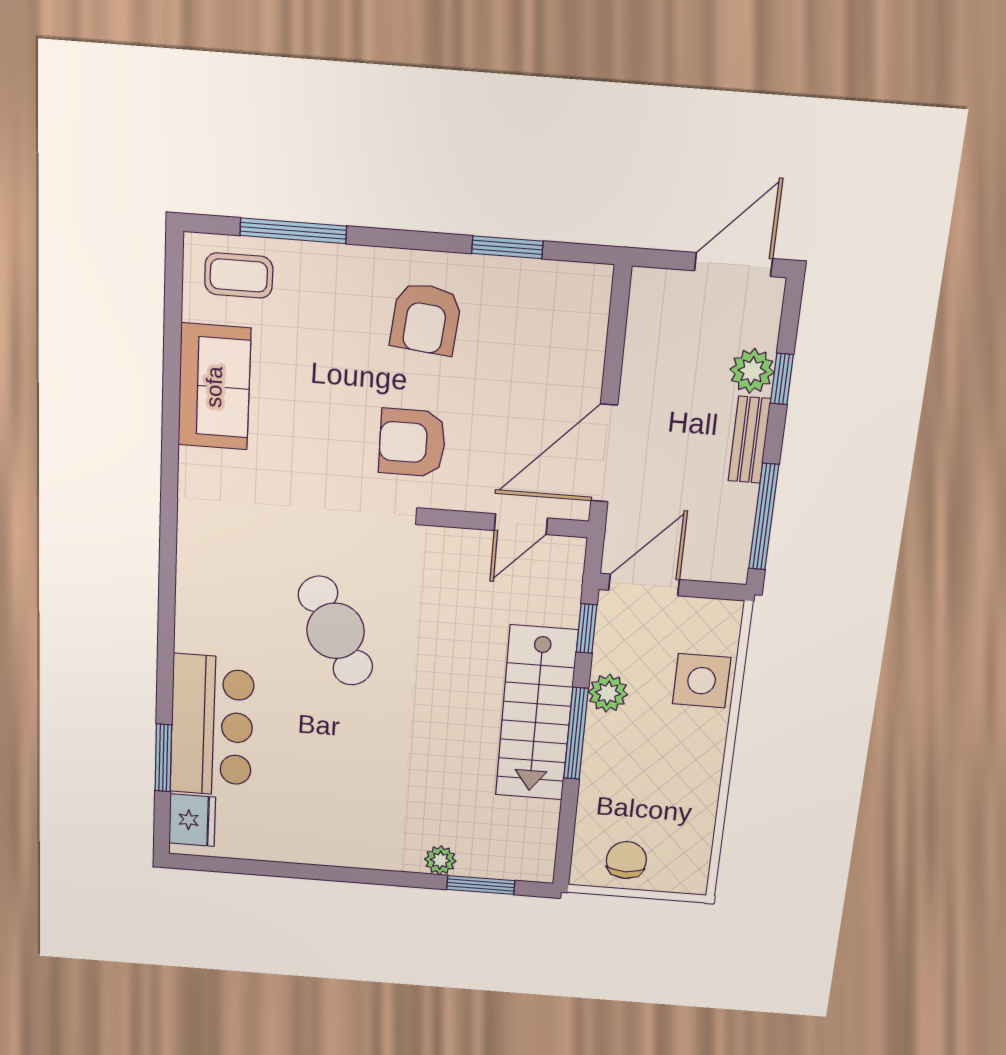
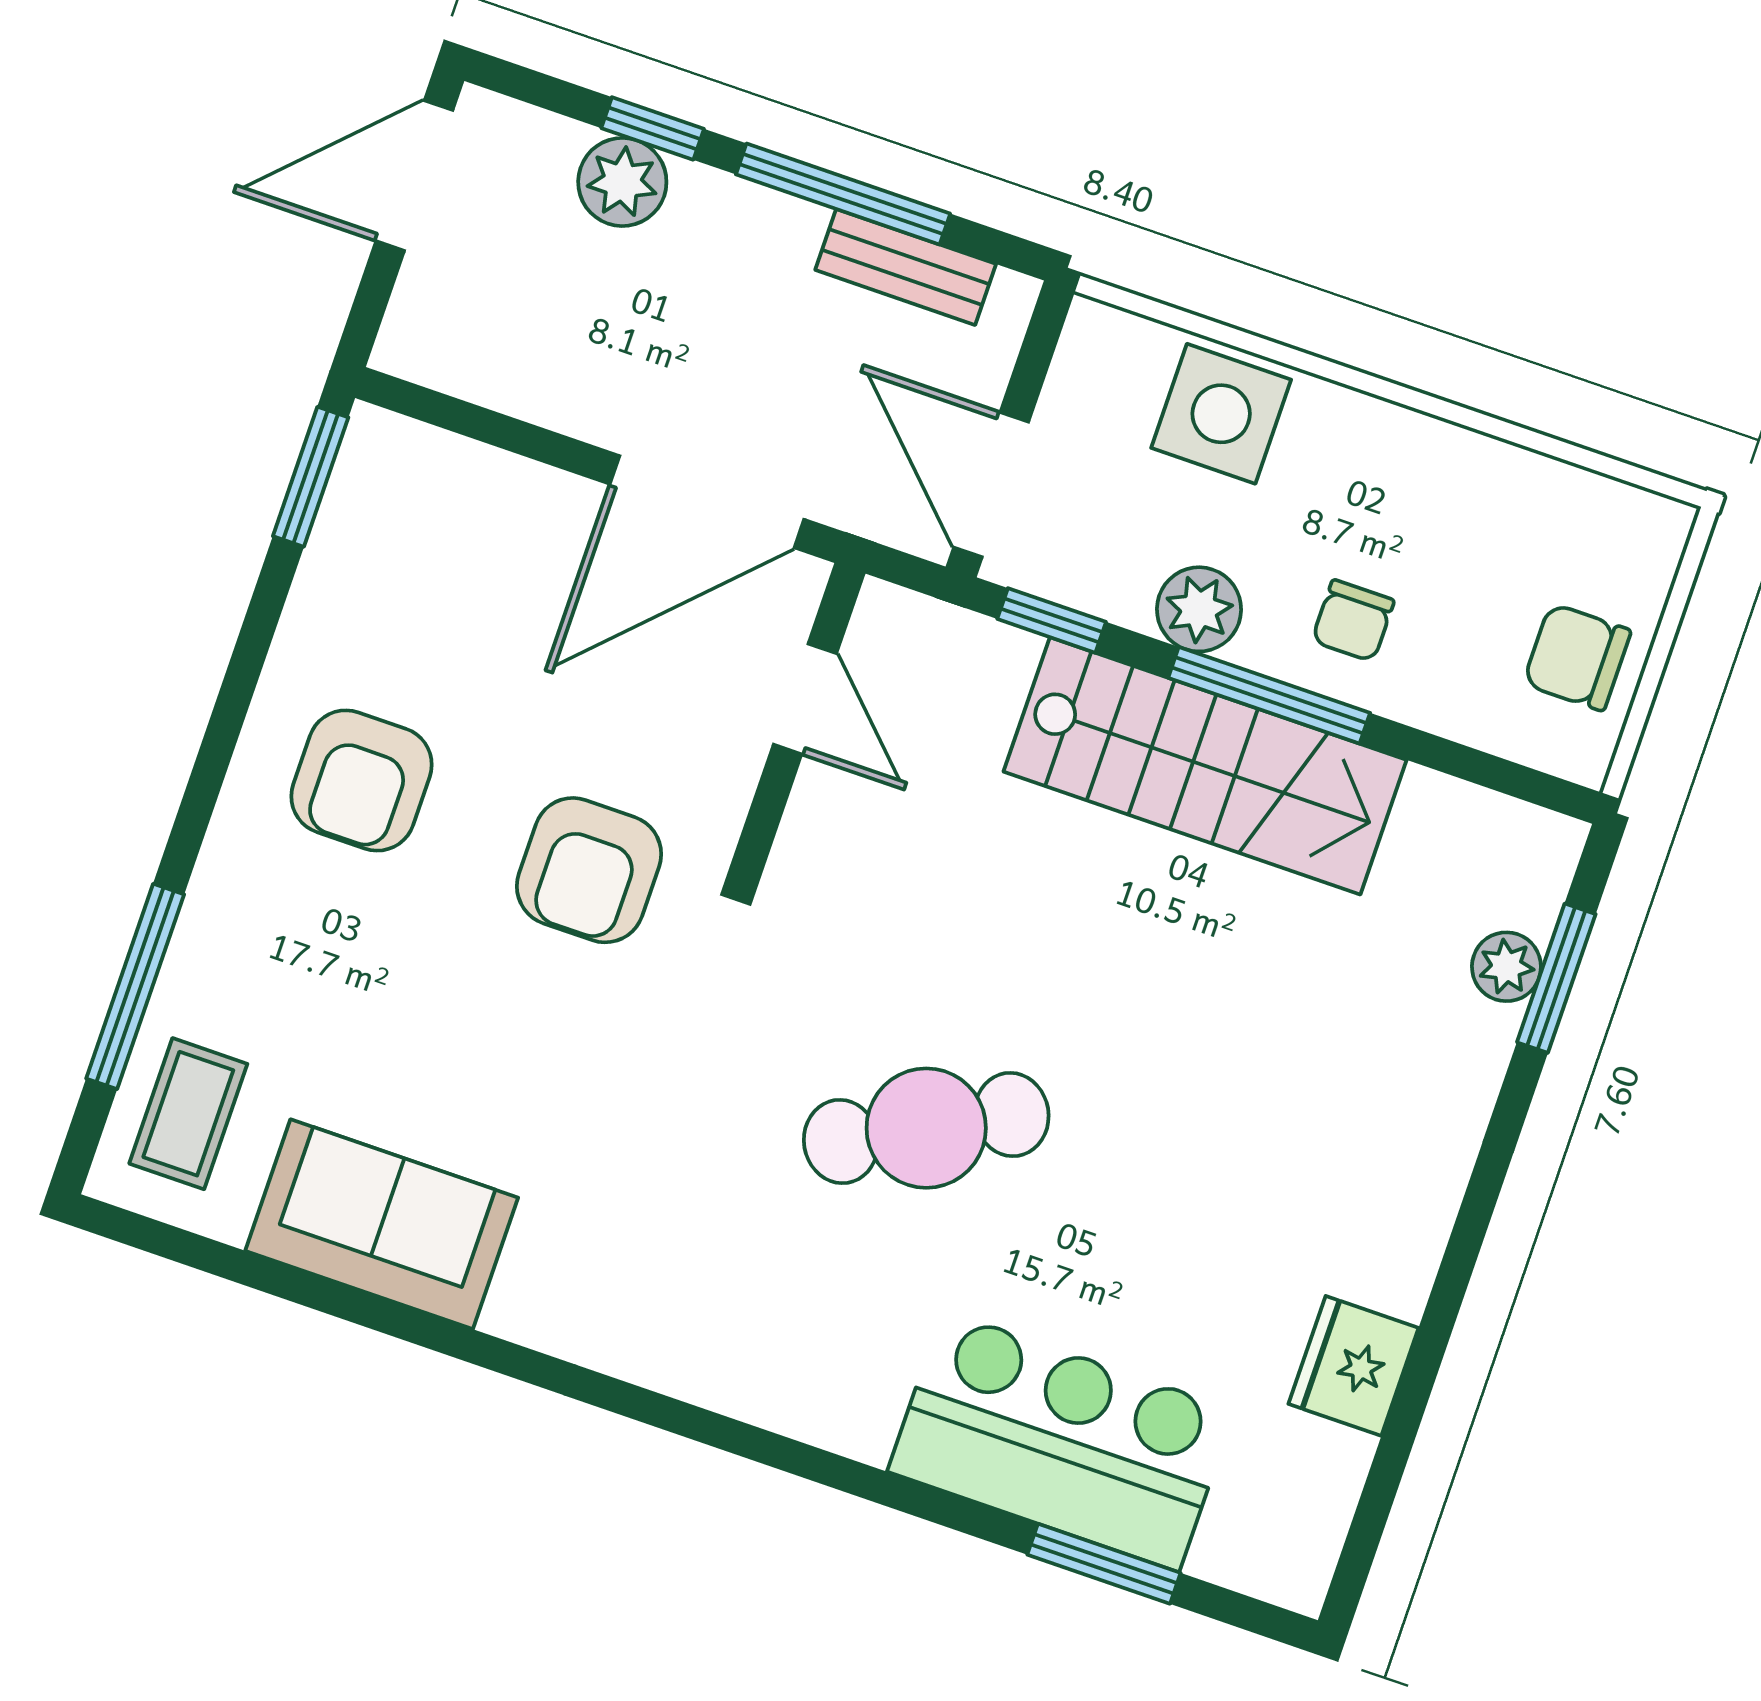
window: (507, 247) -> (311, 477), moved
door: (734, 265) -> (414, 176), hinge flipped
armchair: (426, 319) -> (362, 780), turned 84
bench: (749, 440) -> (906, 267), moved
door: (604, 453) -> (707, 502), hinge flipped
window: (764, 517) -> (843, 194), moved
chair: (619, 761) -> (1353, 621), added
fridge: (192, 820) -> (1353, 1366), moved, turned -90
plant: (440, 860) -> (1506, 967), moved

